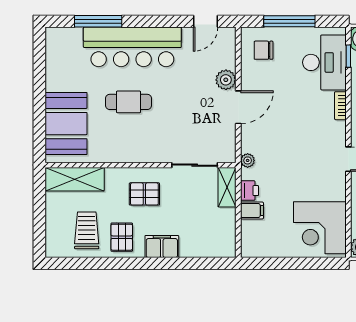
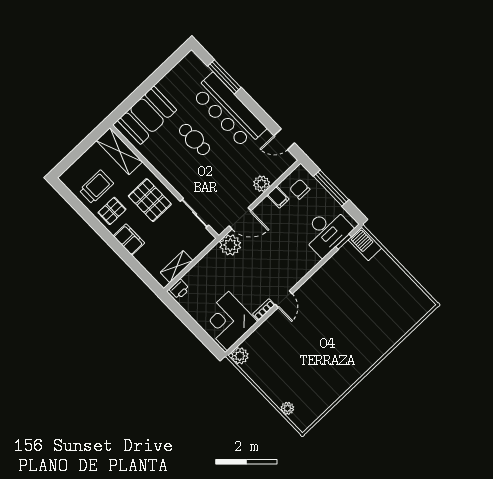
bookcase: (340, 106) -> (264, 310), moved
door: (238, 107) -> (240, 218), moved
plant: (248, 160) -> (230, 245), width x1.88, depth x1.88
shelving: (227, 187) -> (177, 267), moved
printer: (250, 191) -> (179, 289), moved
pallet: (144, 194) -> (150, 200), width x1.50, depth x1.42
filing cabinet: (252, 210) -> (278, 197), moved

